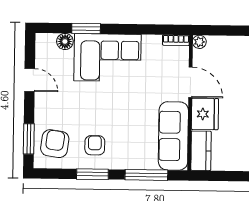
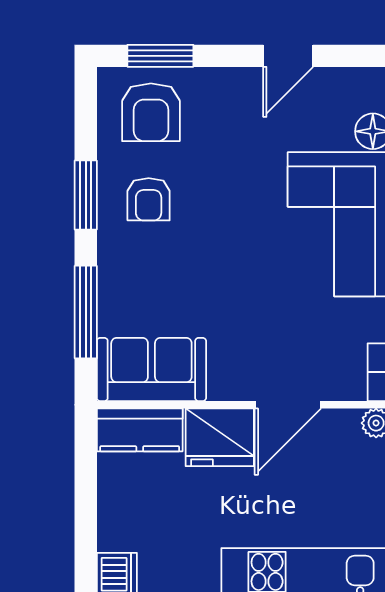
sofa: (173, 136) -> (151, 369), width x0.73
armchair: (55, 144) -> (151, 112), turned 82
armchair: (95, 145) -> (149, 199), turned 90

